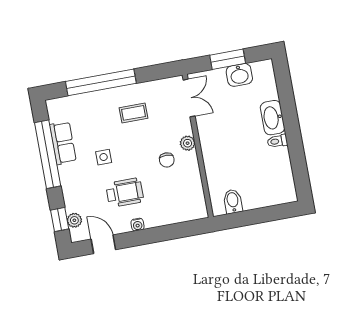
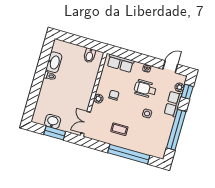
washbasin: (272, 118) -> (54, 62), moved
row of seats: (63, 143) -> (173, 104), moved
row of seats: (181, 212) -> (120, 63), added
door: (103, 244) -> (170, 67), swing flipped

